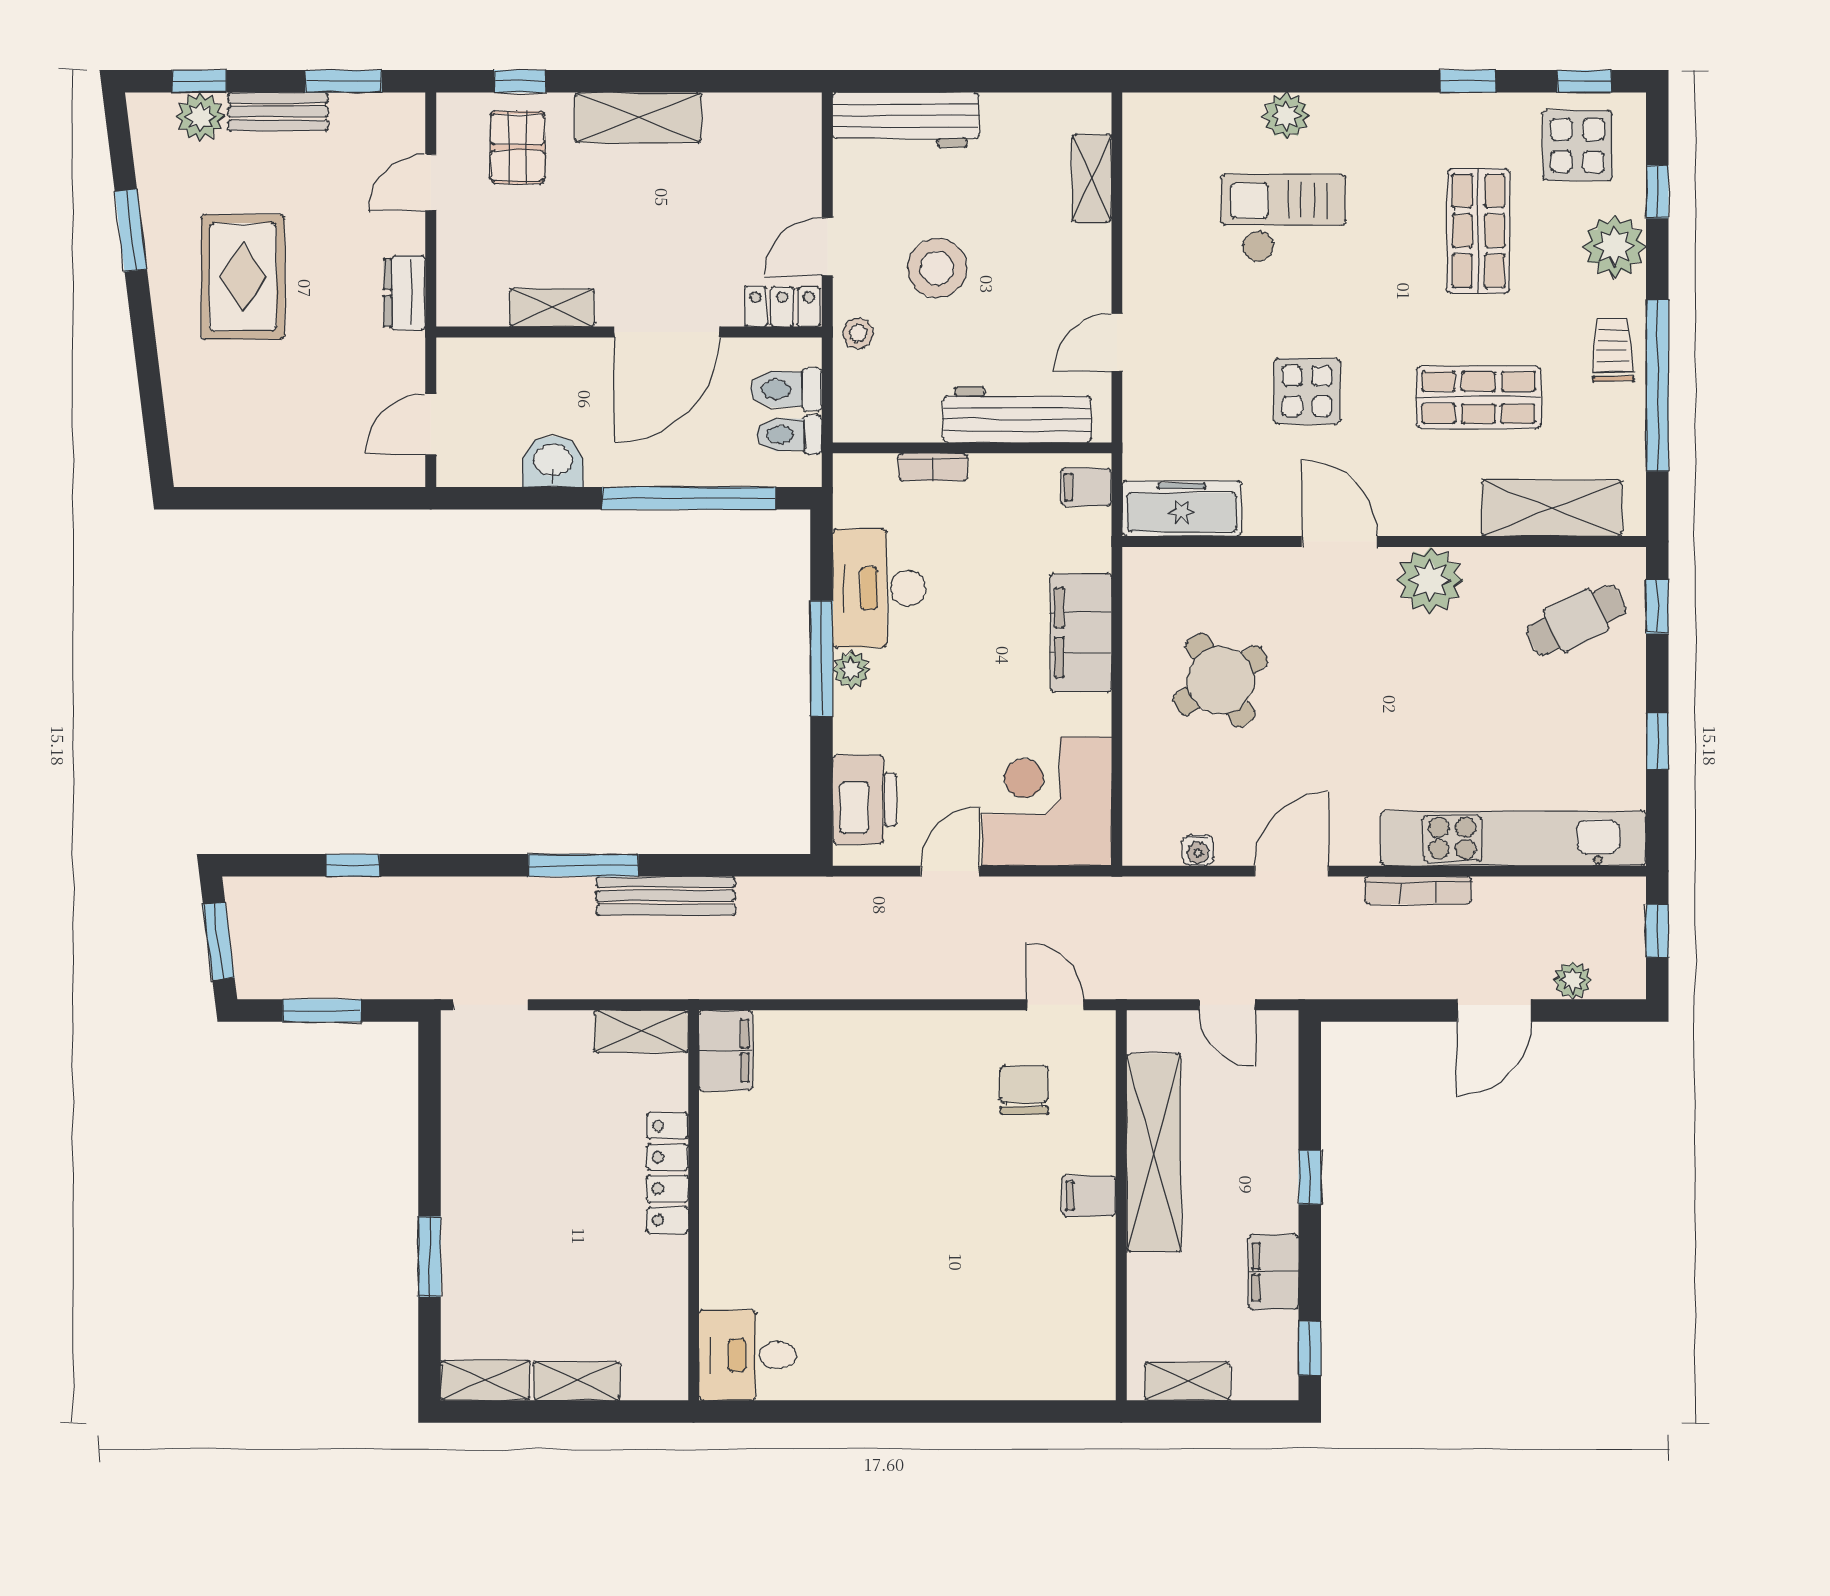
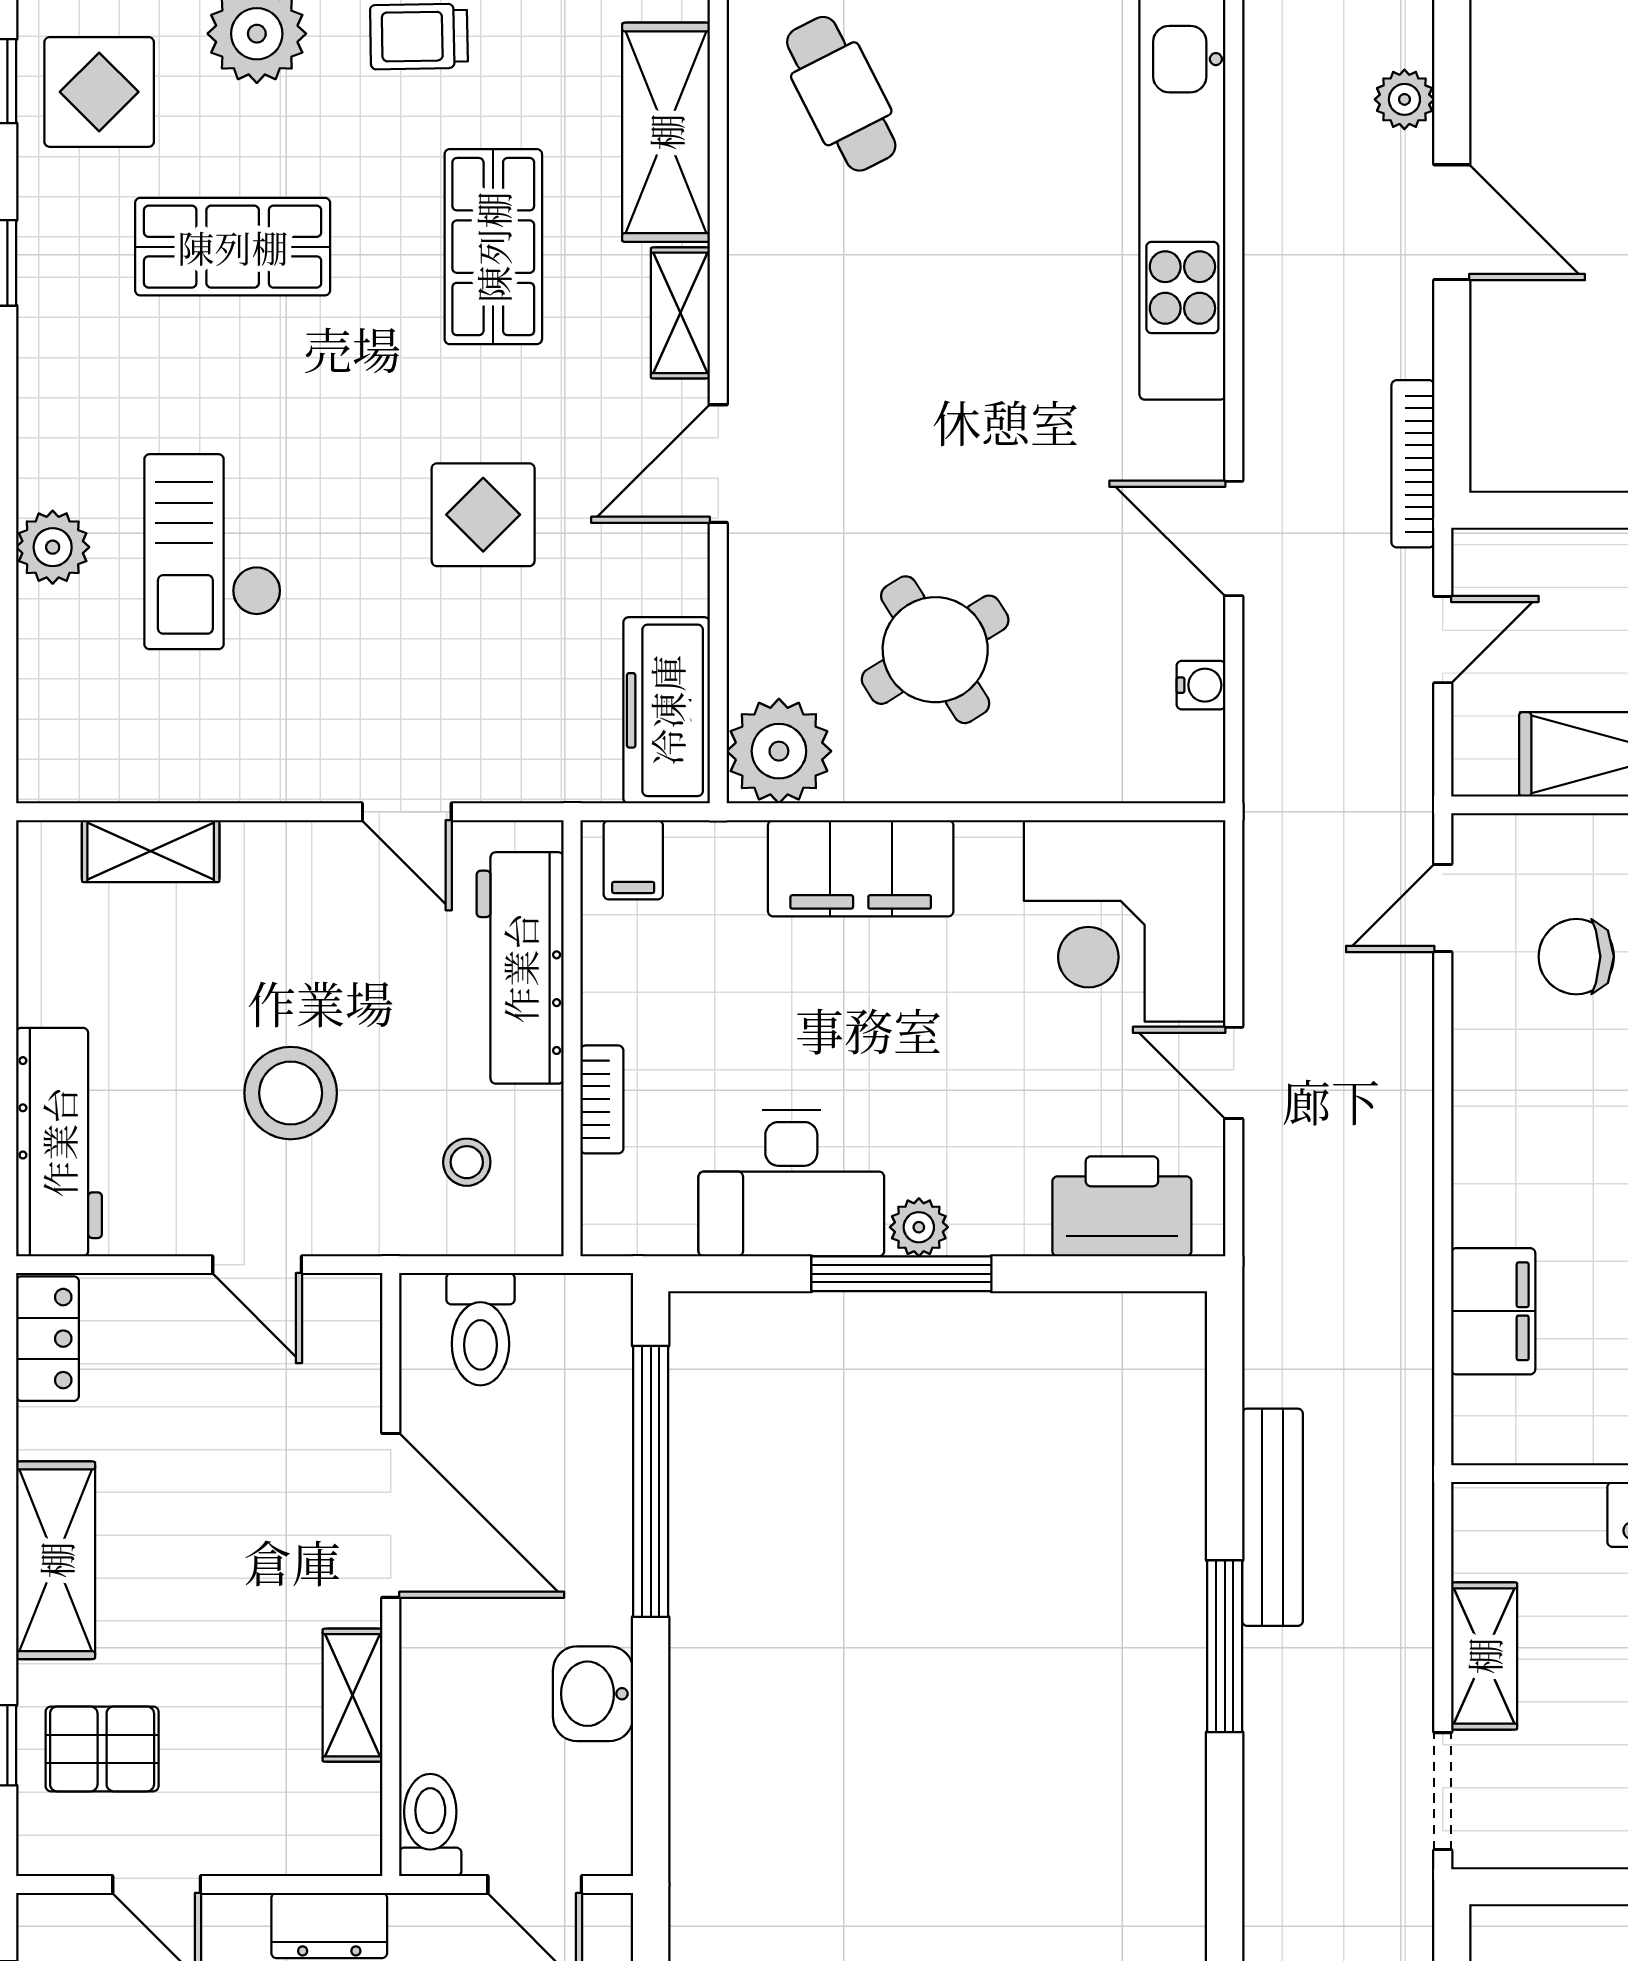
locker: (782, 307) -> (47, 1339), moved, turned 180
stool: (858, 333) -> (467, 1162), moved
toilet: (789, 435) -> (430, 1825), moved, turned 180
shelving: (1436, 517) -> (680, 313), added
plant: (1430, 580) -> (779, 751), moved
bookcase: (1418, 890) -> (1413, 464), moved, turned 180
shelving: (641, 1031) -> (1484, 1656), moved
filing cabinet: (726, 1051) -> (1493, 1311), moved, turned 90

